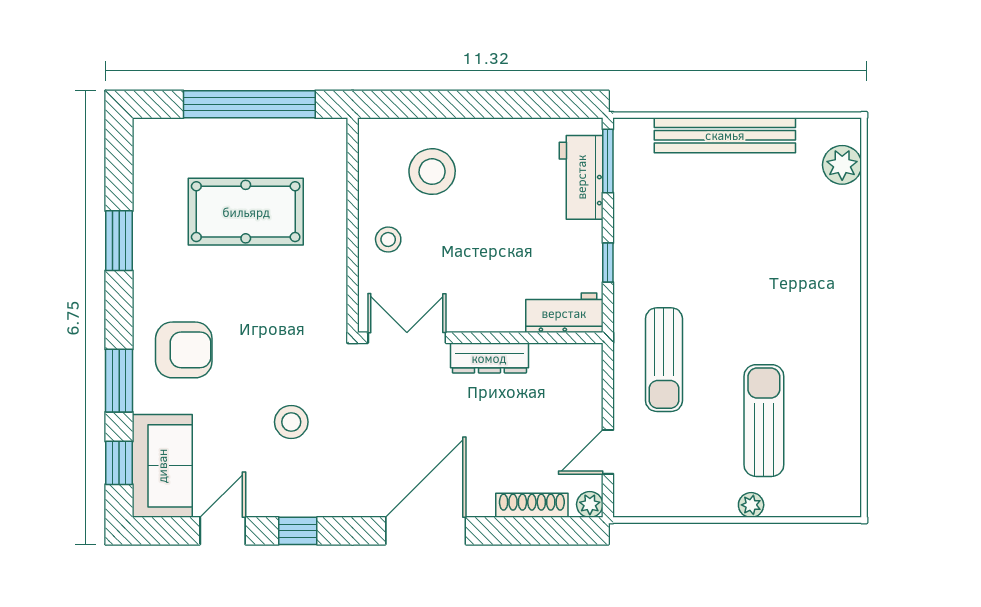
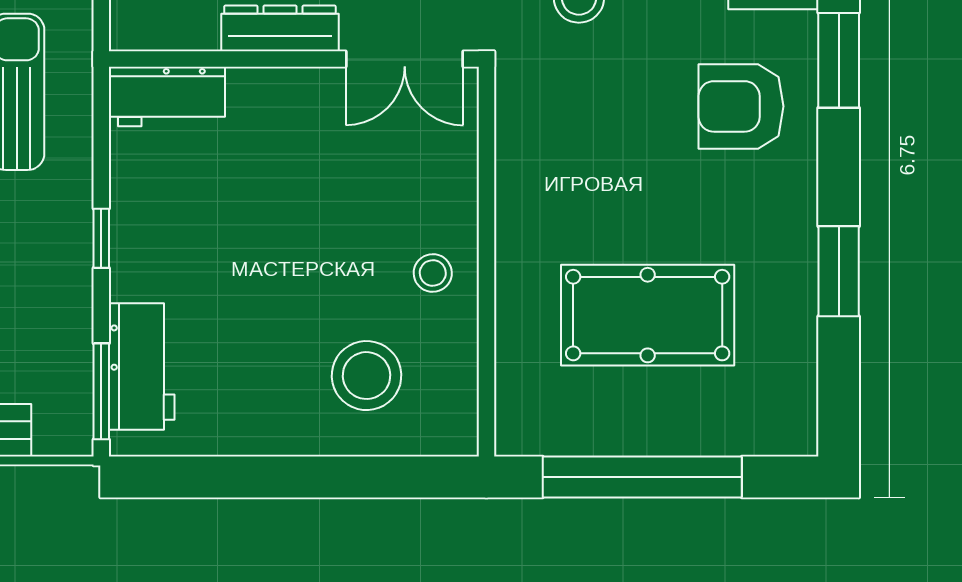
workbench: (564, 313) -> (167, 96), moved
double door: (407, 338) -> (405, 59), moved
wall: (480, 338) -> (294, 59), moved
dresser: (489, 358) -> (280, 28), moved

